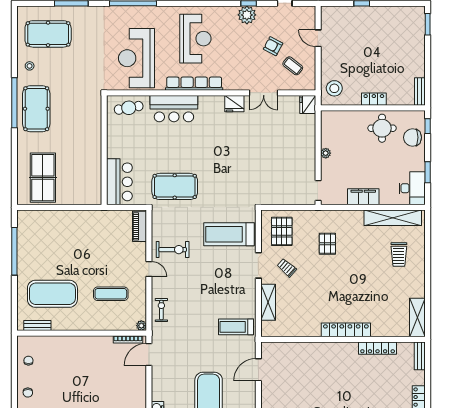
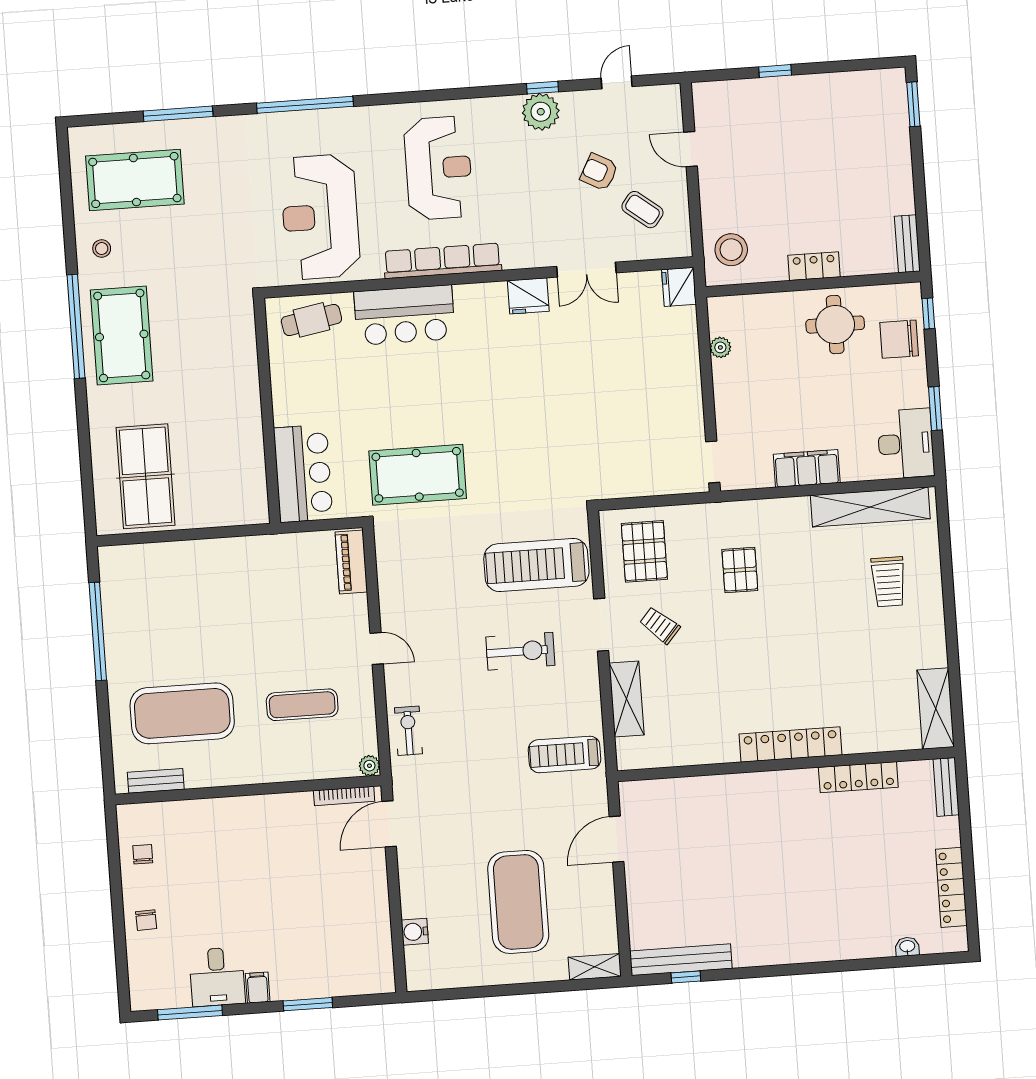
plant: (326, 153) -> (720, 347), moved
exercise bike: (173, 250) -> (520, 651), moved

